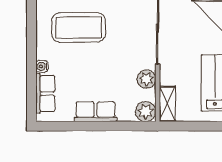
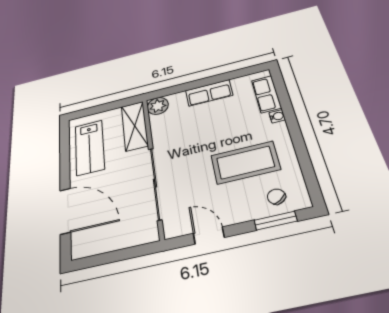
plant: (147, 79) -> (161, 133), removed
shelving: (167, 104) -> (135, 126), width x1.50, depth x1.33

